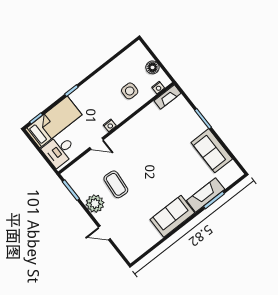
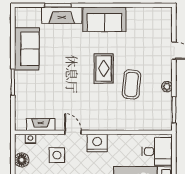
fireplace: (167, 97) -> (41, 125), moved
nightstand: (110, 125) -> (97, 143), width x1.89, depth x1.79
door: (96, 144) -> (73, 132), moved
rug: (145, 180) -> (104, 68), added
plant: (95, 204) -> (167, 87), width x0.53, depth x0.53

